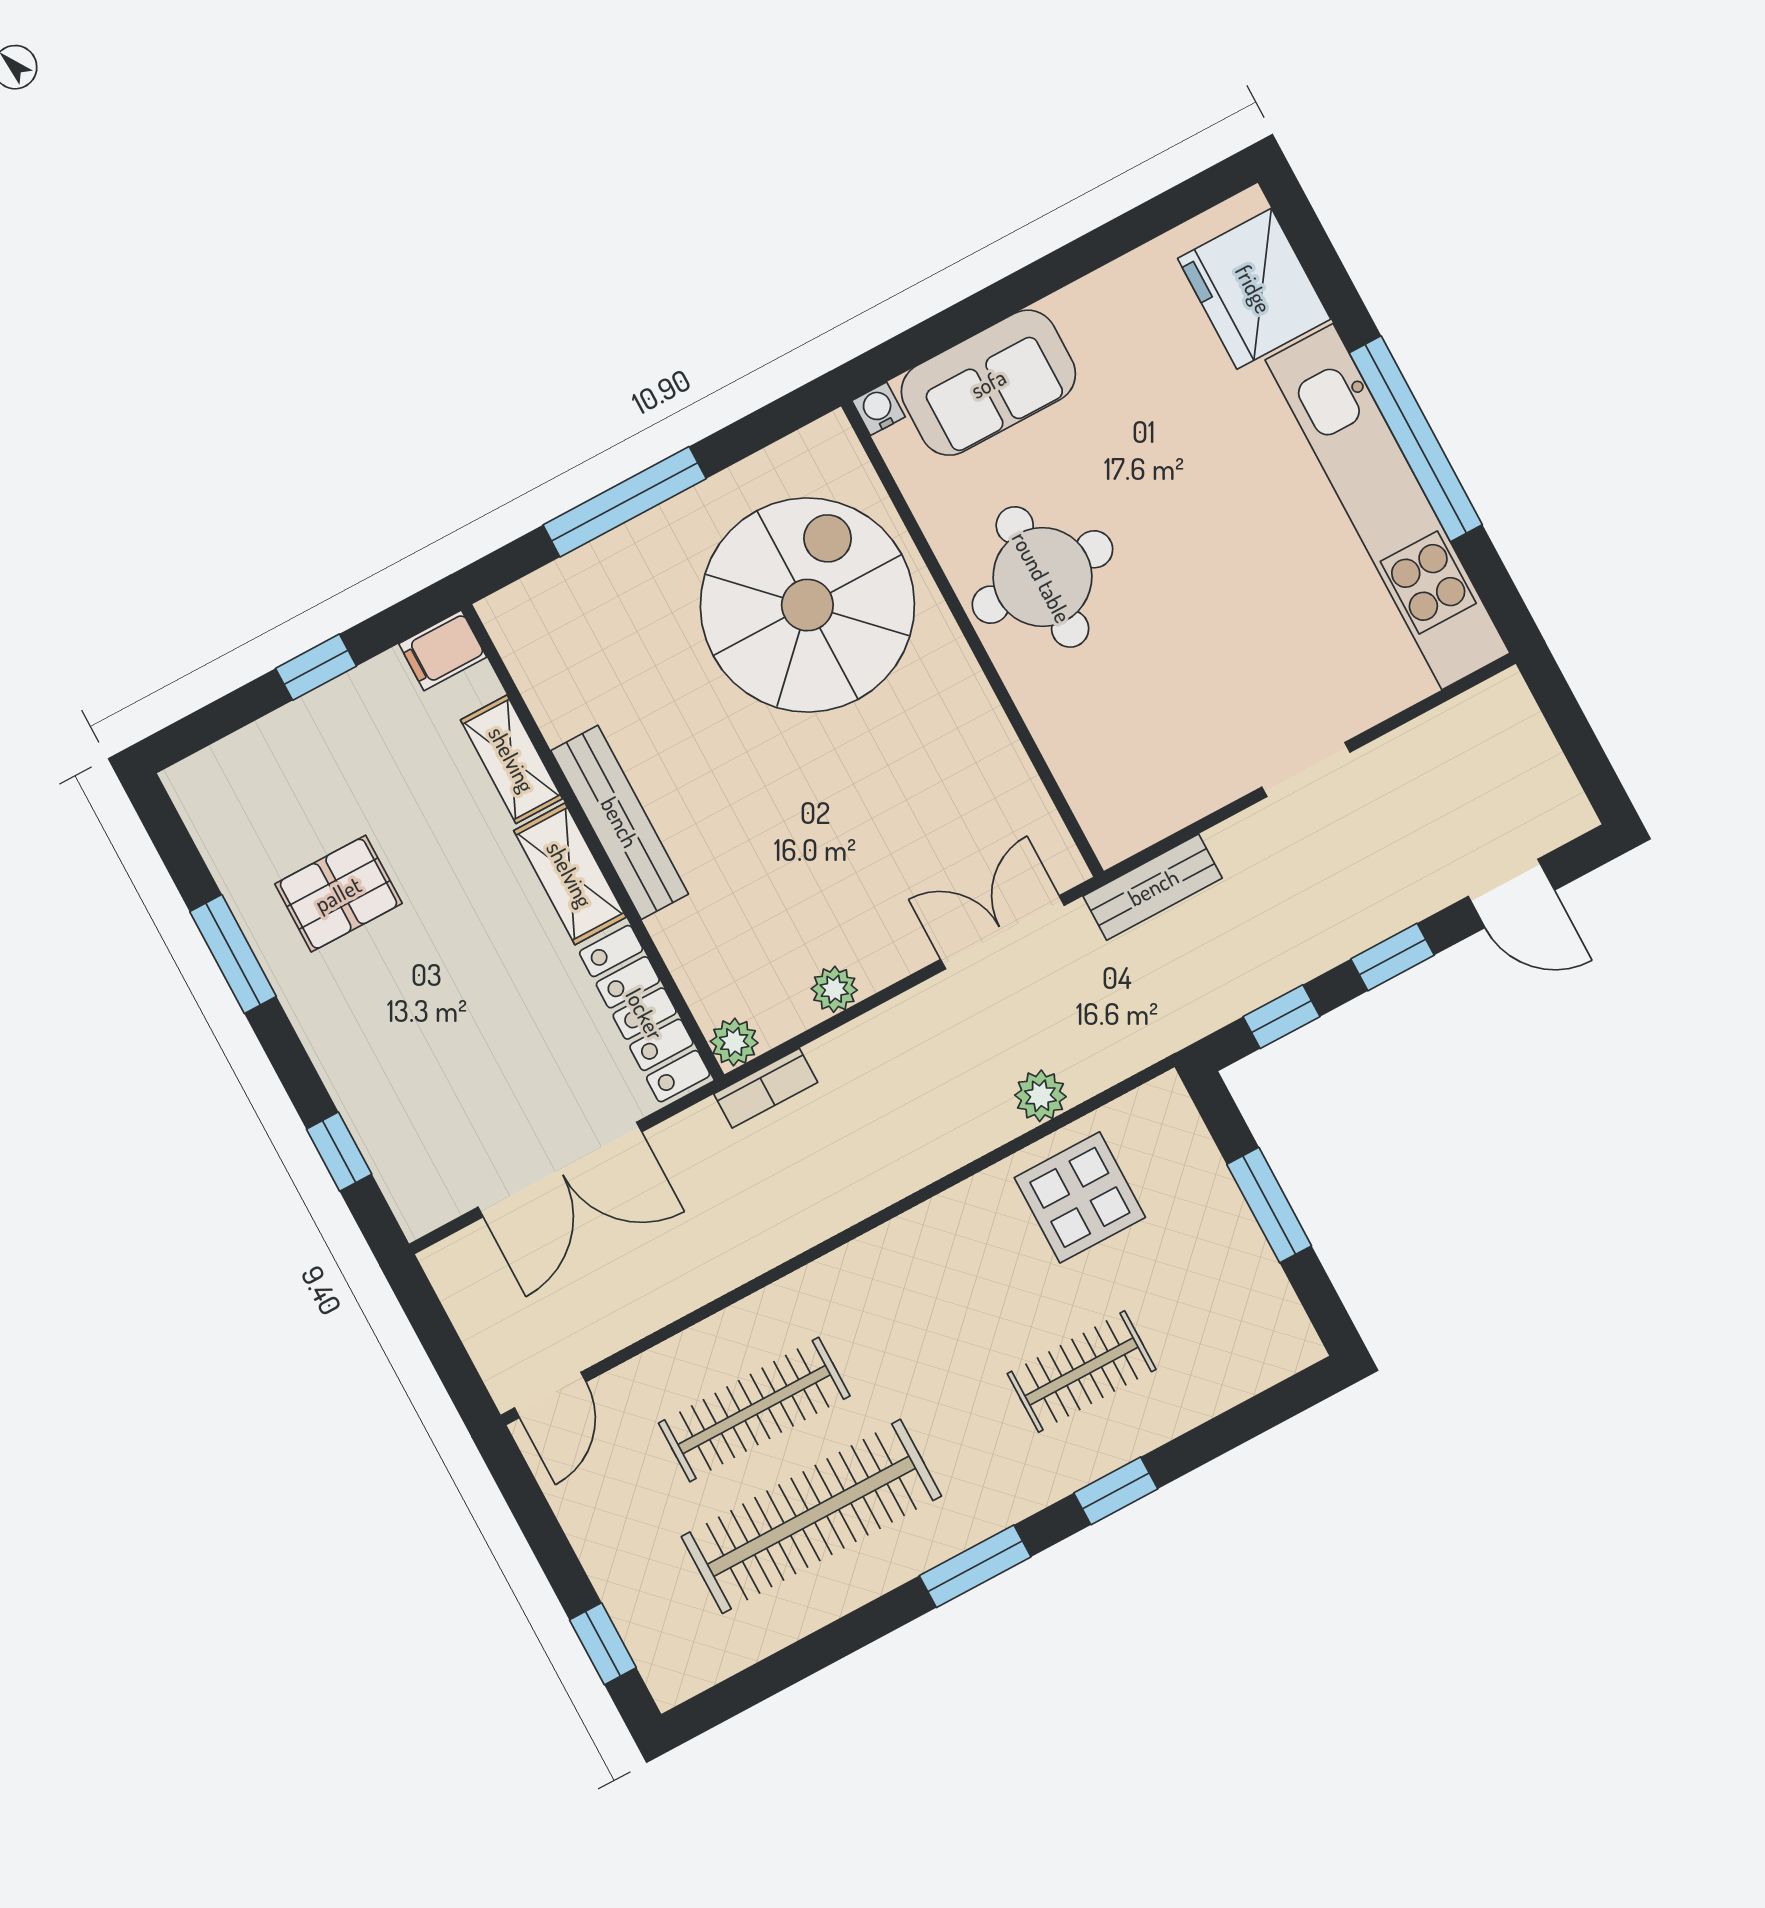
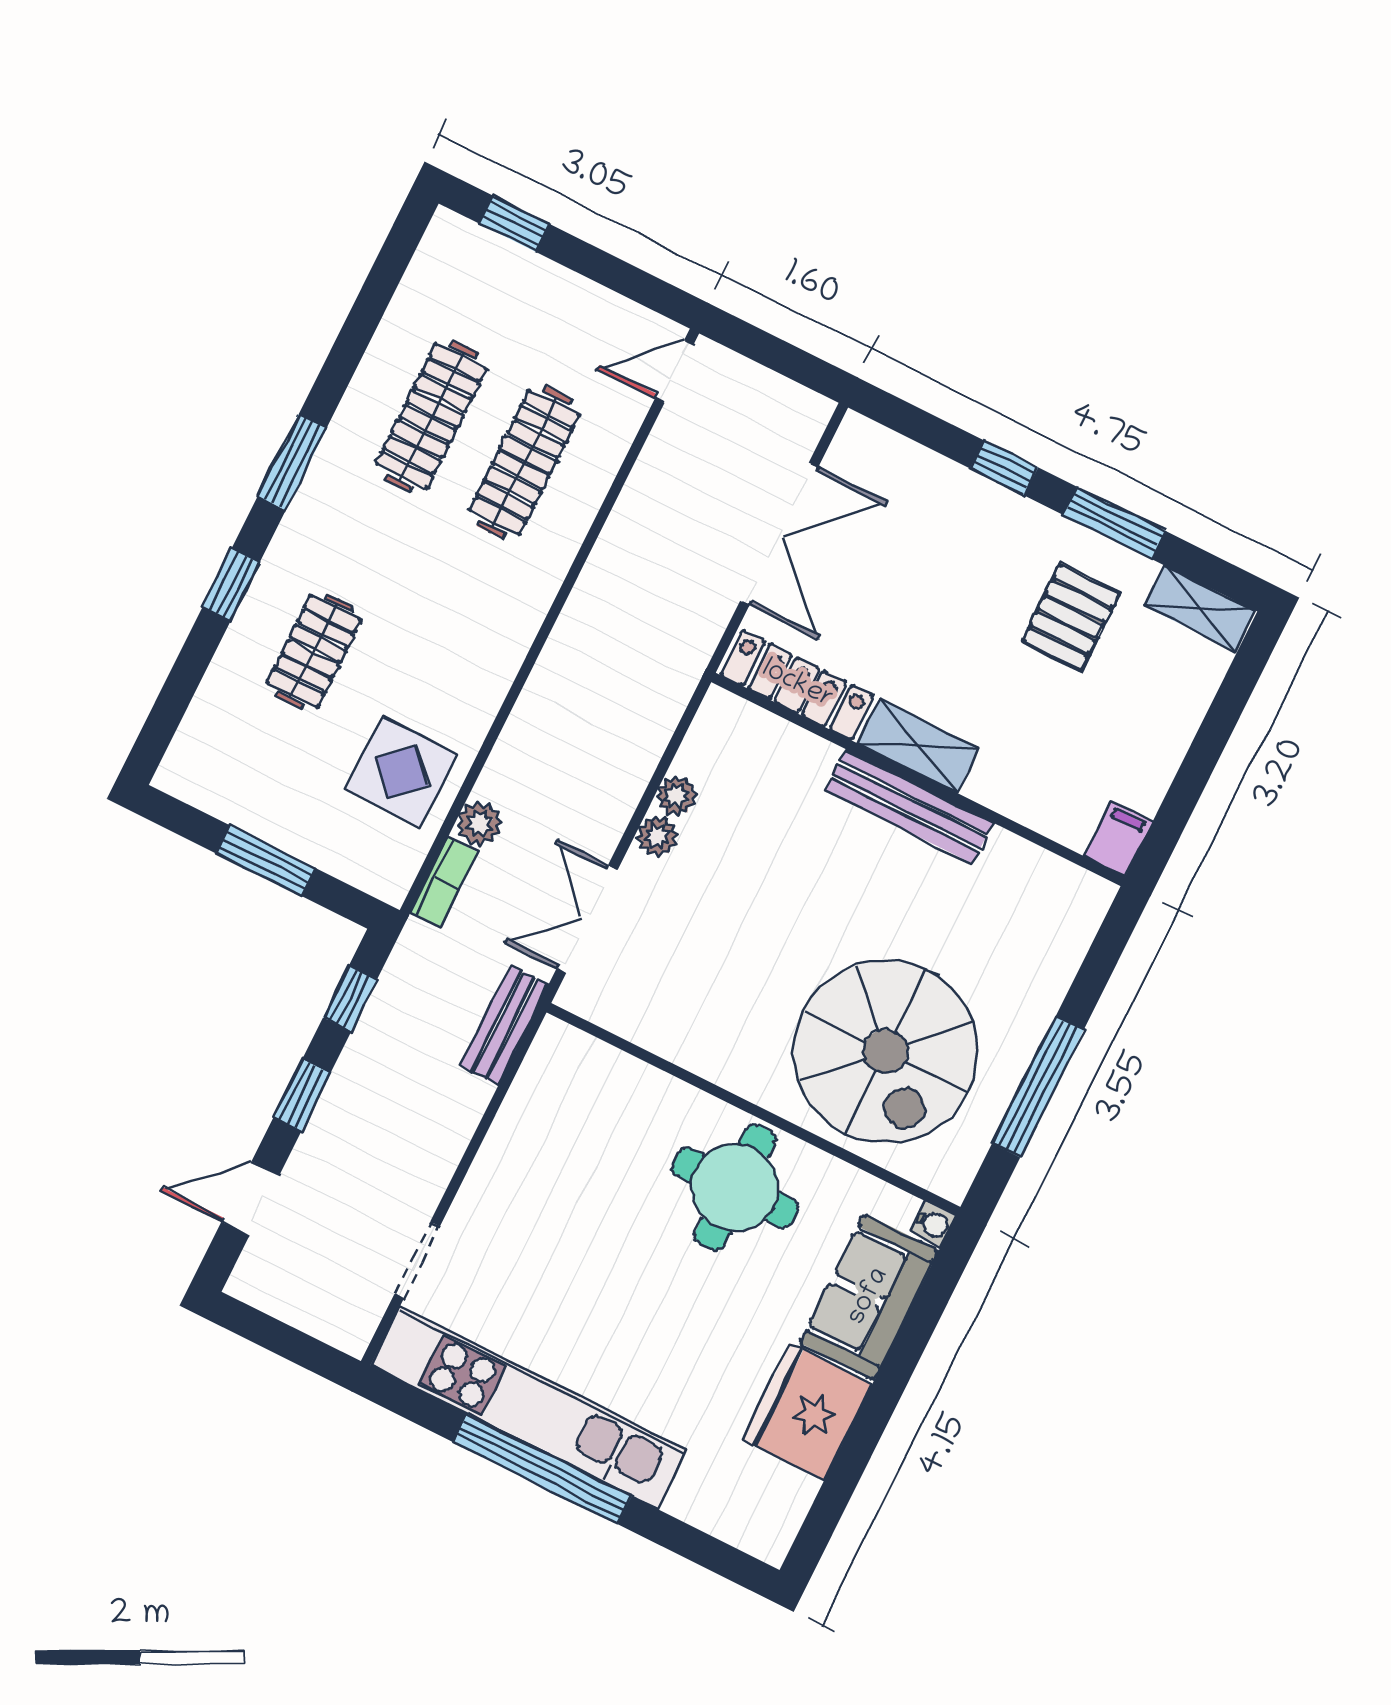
fridge: (1254, 289) -> (807, 1412), moved, turned -90
window: (625, 502) -> (1038, 1087), moved
window: (316, 667) -> (1198, 765), removed
shelving: (512, 759) -> (1200, 608), moved
doorway: (1306, 770) -> (417, 1260), moved
double door: (1002, 932) -> (587, 919), swing flipped
plant: (734, 1042) -> (657, 836), moved
bookcase: (766, 1088) -> (444, 882), moved, turned 180
window: (339, 1152) -> (1004, 468), moved
double door: (560, 1170) -> (779, 534), swing flipped
door: (550, 1395) -> (674, 372), hinge flipped
clothes rail: (811, 1516) -> (431, 416), width x0.73, depth x0.76

